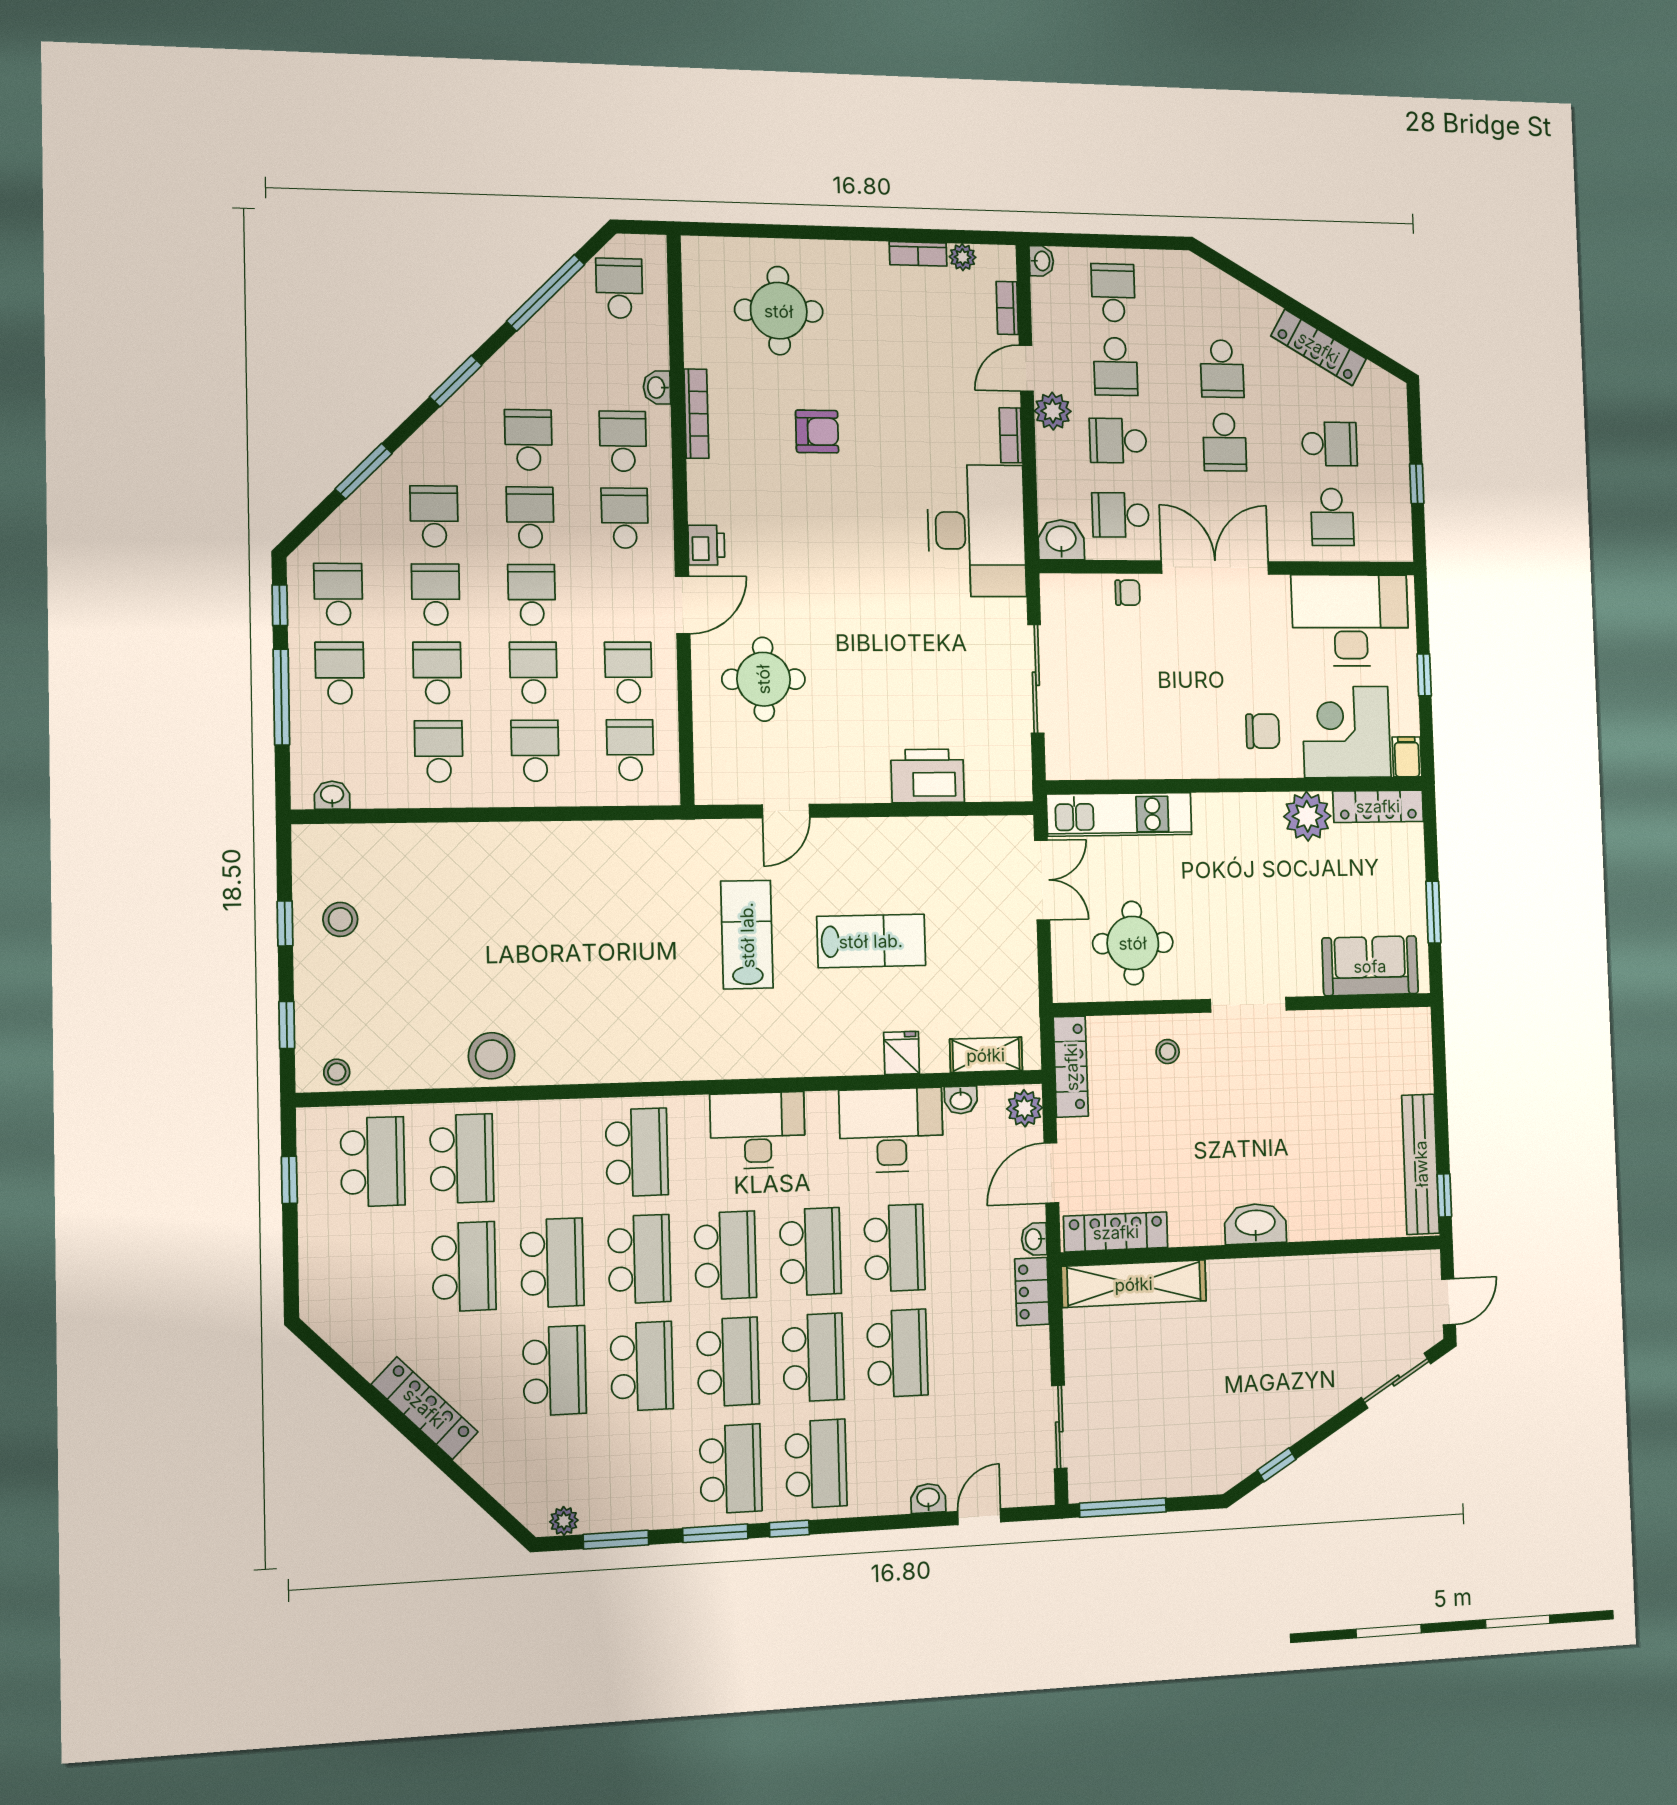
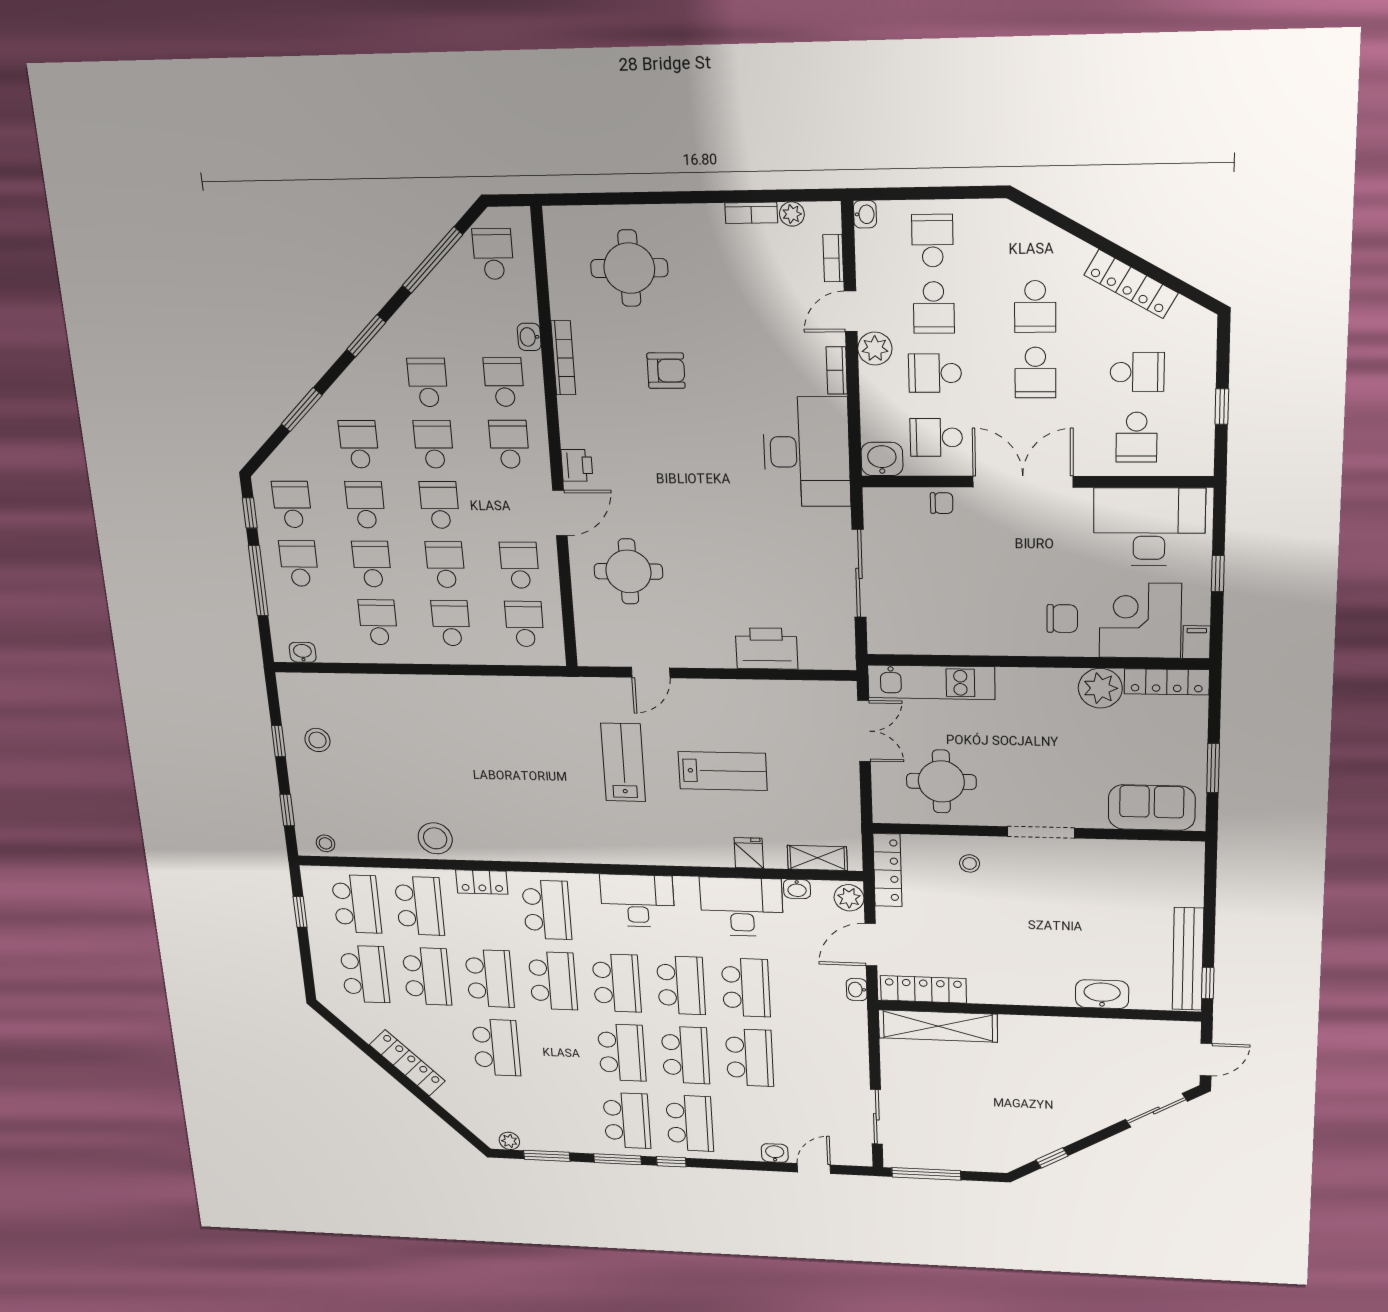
washbasin: (1255, 1224) -> (1102, 994), moved
locker: (1032, 1292) -> (482, 882), moved, turned -90
school desk: (642, 1366) -> (365, 974), moved

